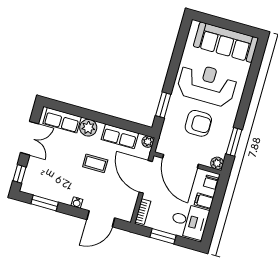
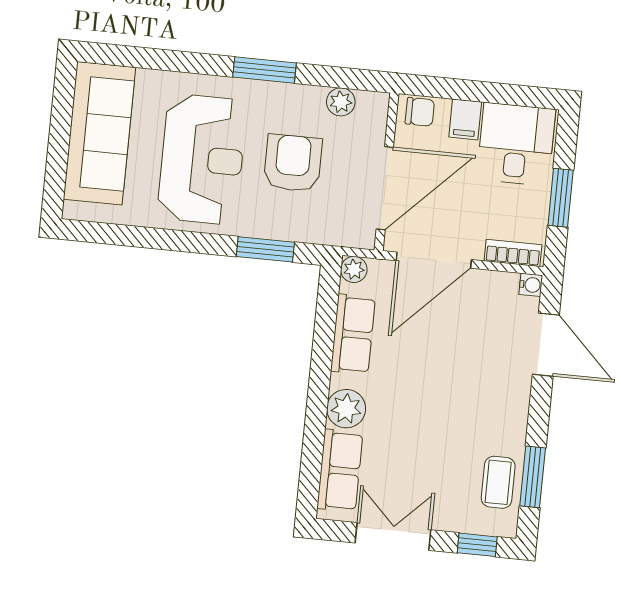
reception desk: (207, 84) -> (202, 159), turned 180
window: (234, 142) -> (265, 70), moved
coffee table: (95, 163) -> (498, 482), moved
plant: (217, 163) -> (341, 102), moved
water cooler: (77, 203) -> (531, 285), moved

